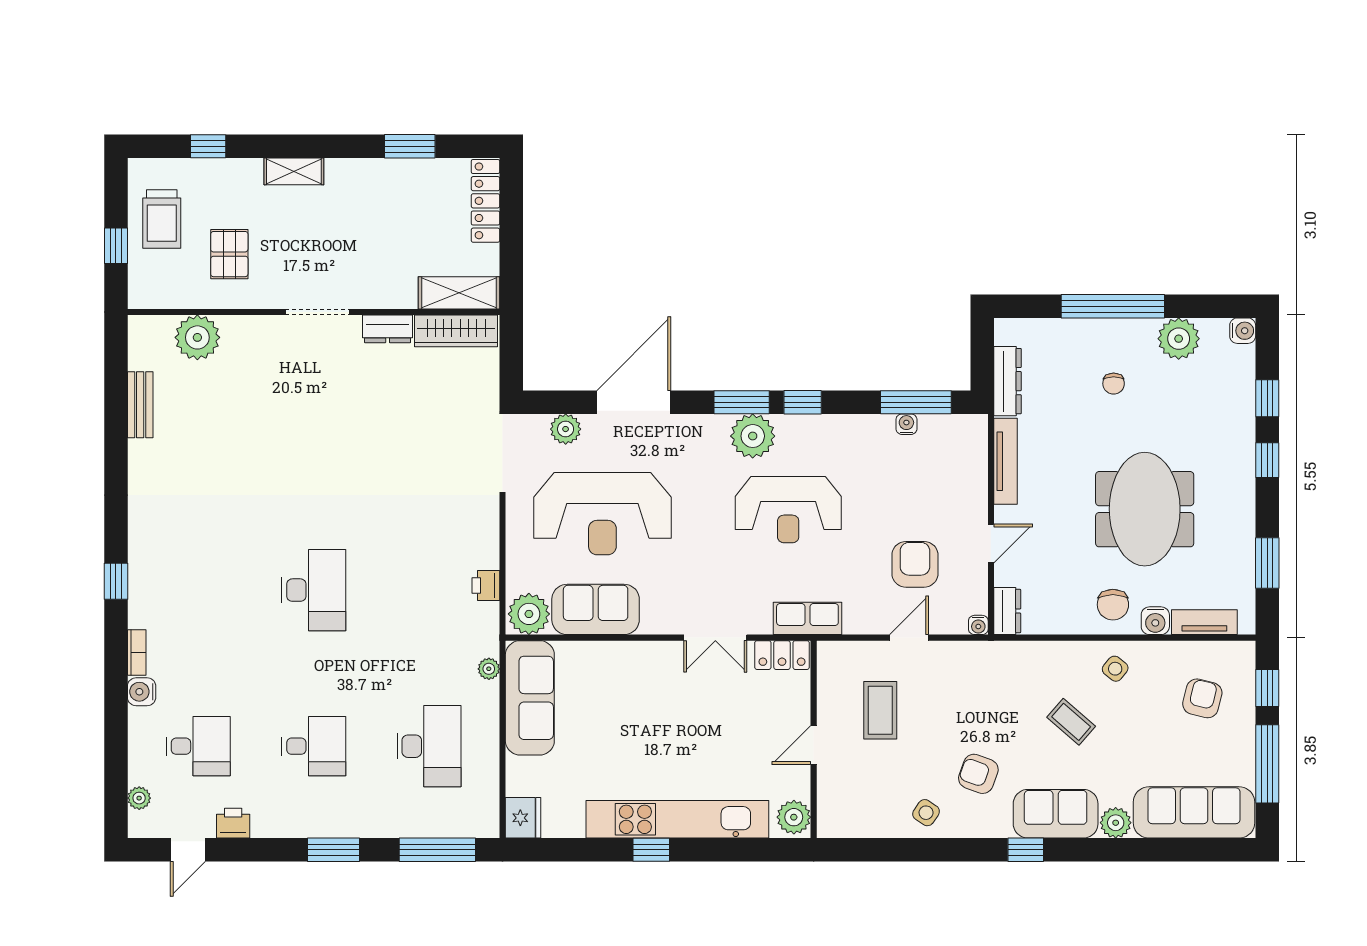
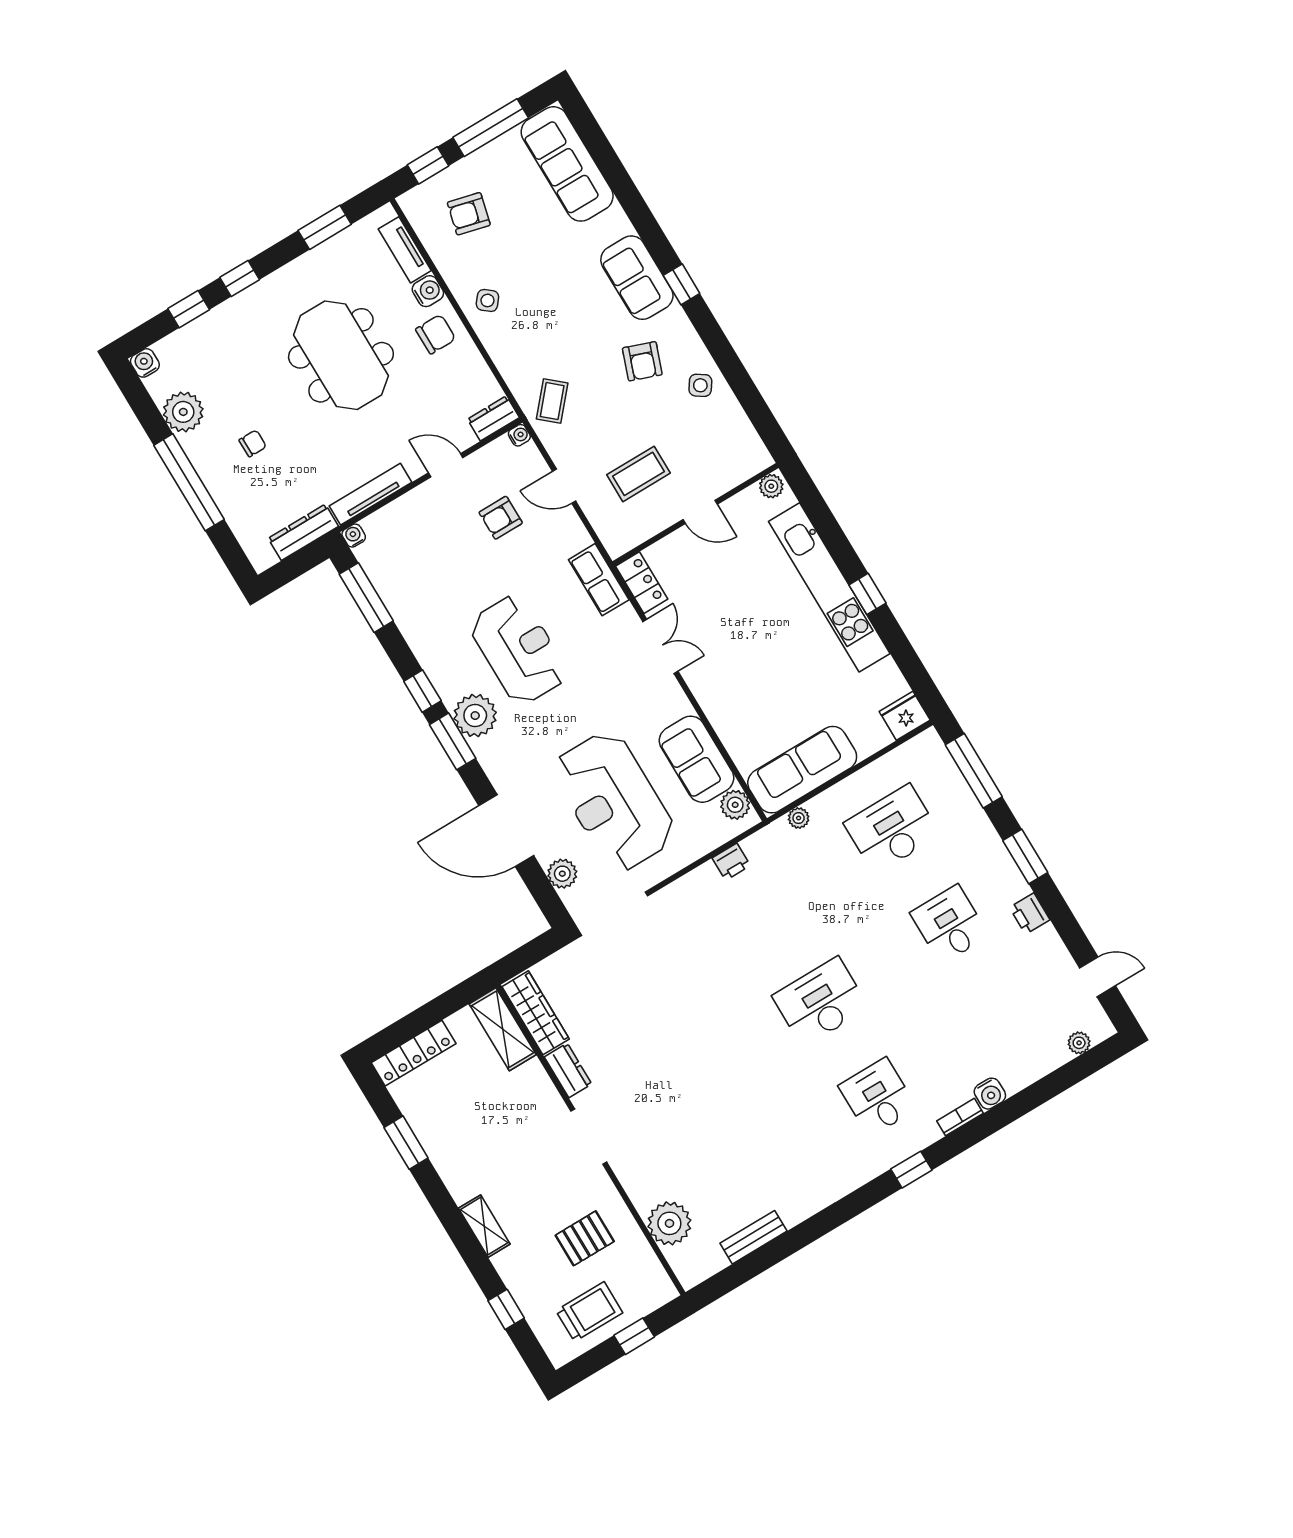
water cooler: (906, 424) -> (354, 536), moved, turned 90
meeting table: (1145, 509) -> (341, 355), turned 90
reception desk: (602, 514) -> (614, 801), turned 180
armchair: (915, 564) -> (501, 518), width x0.72, depth x0.72
plant: (529, 614) -> (735, 805), width x0.73, depth x0.73
coffee table: (1071, 722) -> (552, 401), moved
desk: (198, 746) -> (878, 1097), moved
plant: (794, 817) -> (771, 486), width x0.73, depth x0.73
printer: (233, 823) -> (1030, 914), moved
plant: (1116, 823) -> (615, 224), removed

